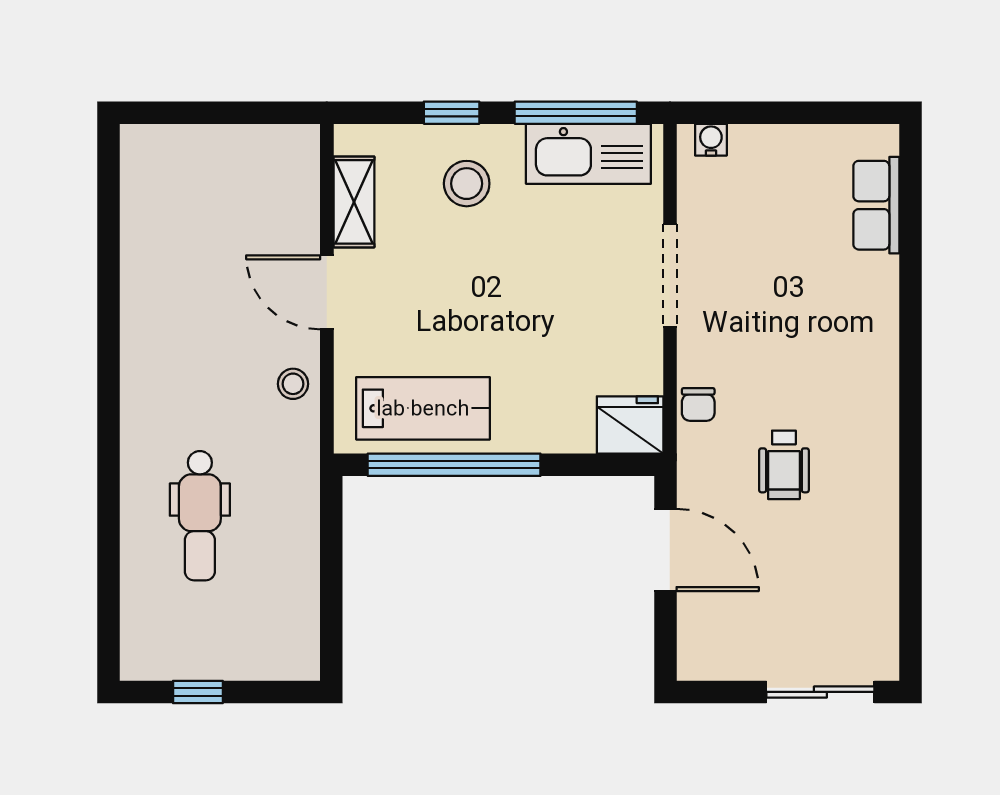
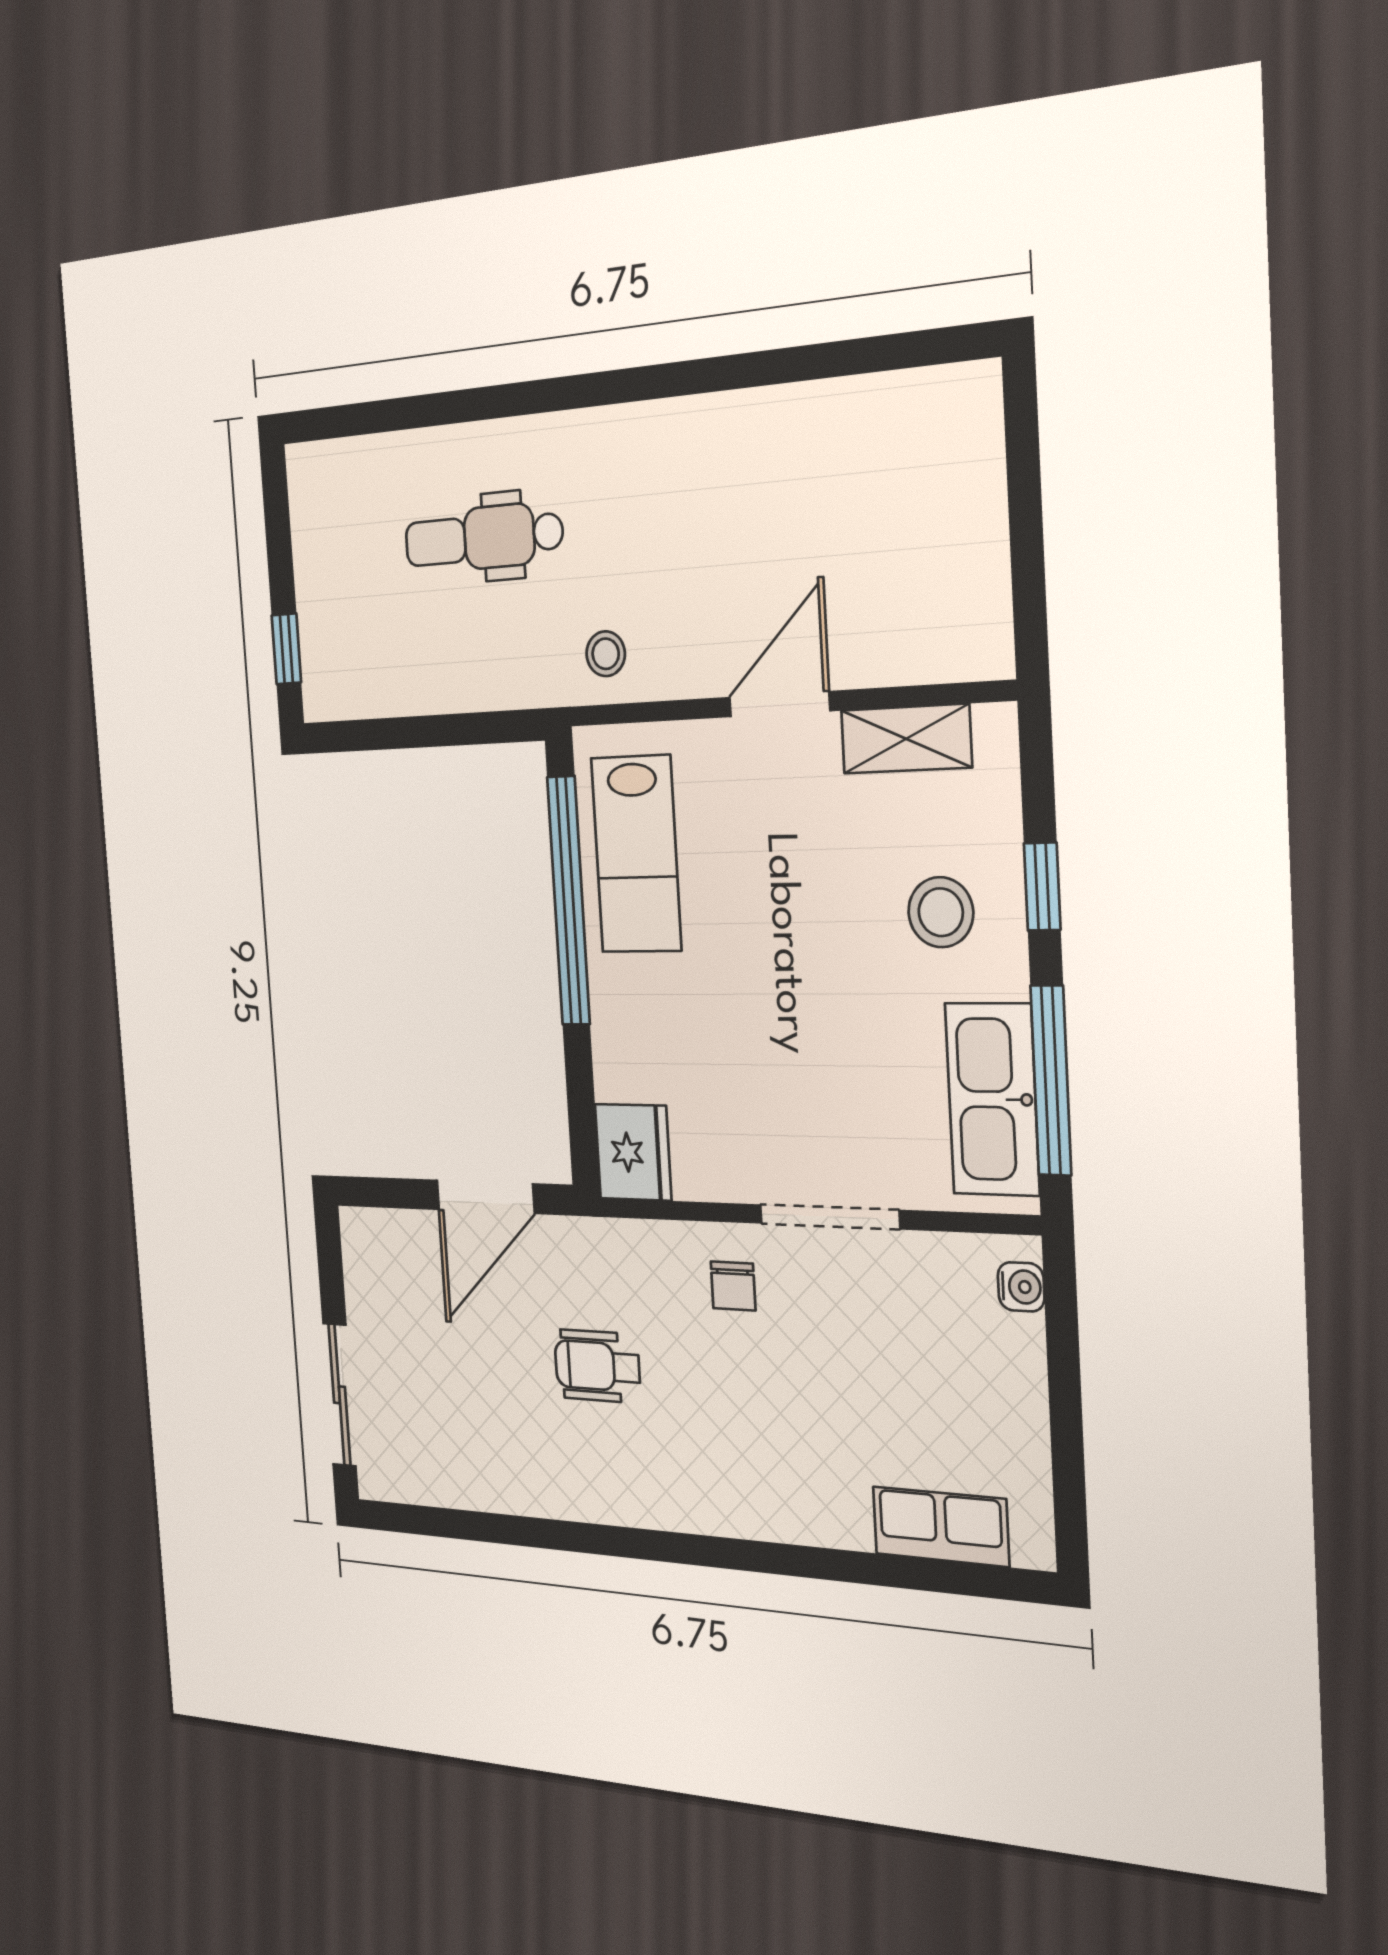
stool: (293, 384) -> (606, 654), moved
chair: (698, 404) -> (733, 1286), moved, turned -90
window: (198, 692) -> (286, 649), moved

